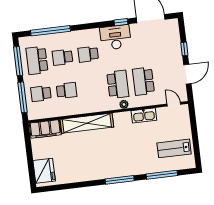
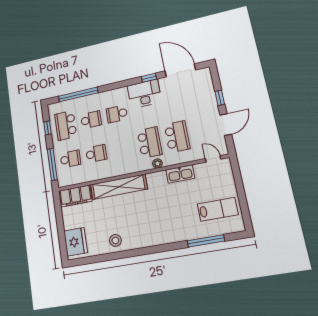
school desk: (63, 57) -> (91, 120), turned 180
window: (18, 61) -> (47, 128), width x0.46
school desk: (143, 81) -> (177, 137), turned 180
school desk: (41, 94) -> (70, 159), turned 180
lab bench: (174, 148) -> (218, 209), turned 180
stool: (82, 171) -> (115, 240), added
window: (120, 180) -> (158, 249), removed

